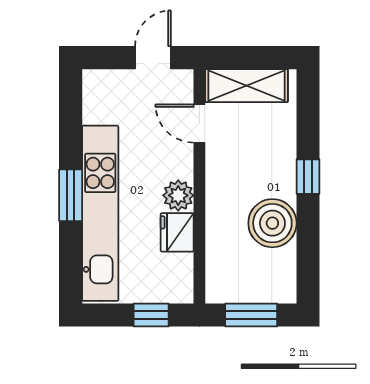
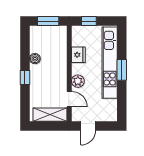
plant: (178, 195) -> (78, 81), moved
boiler: (272, 223) -> (35, 59), width x0.54, depth x0.54

